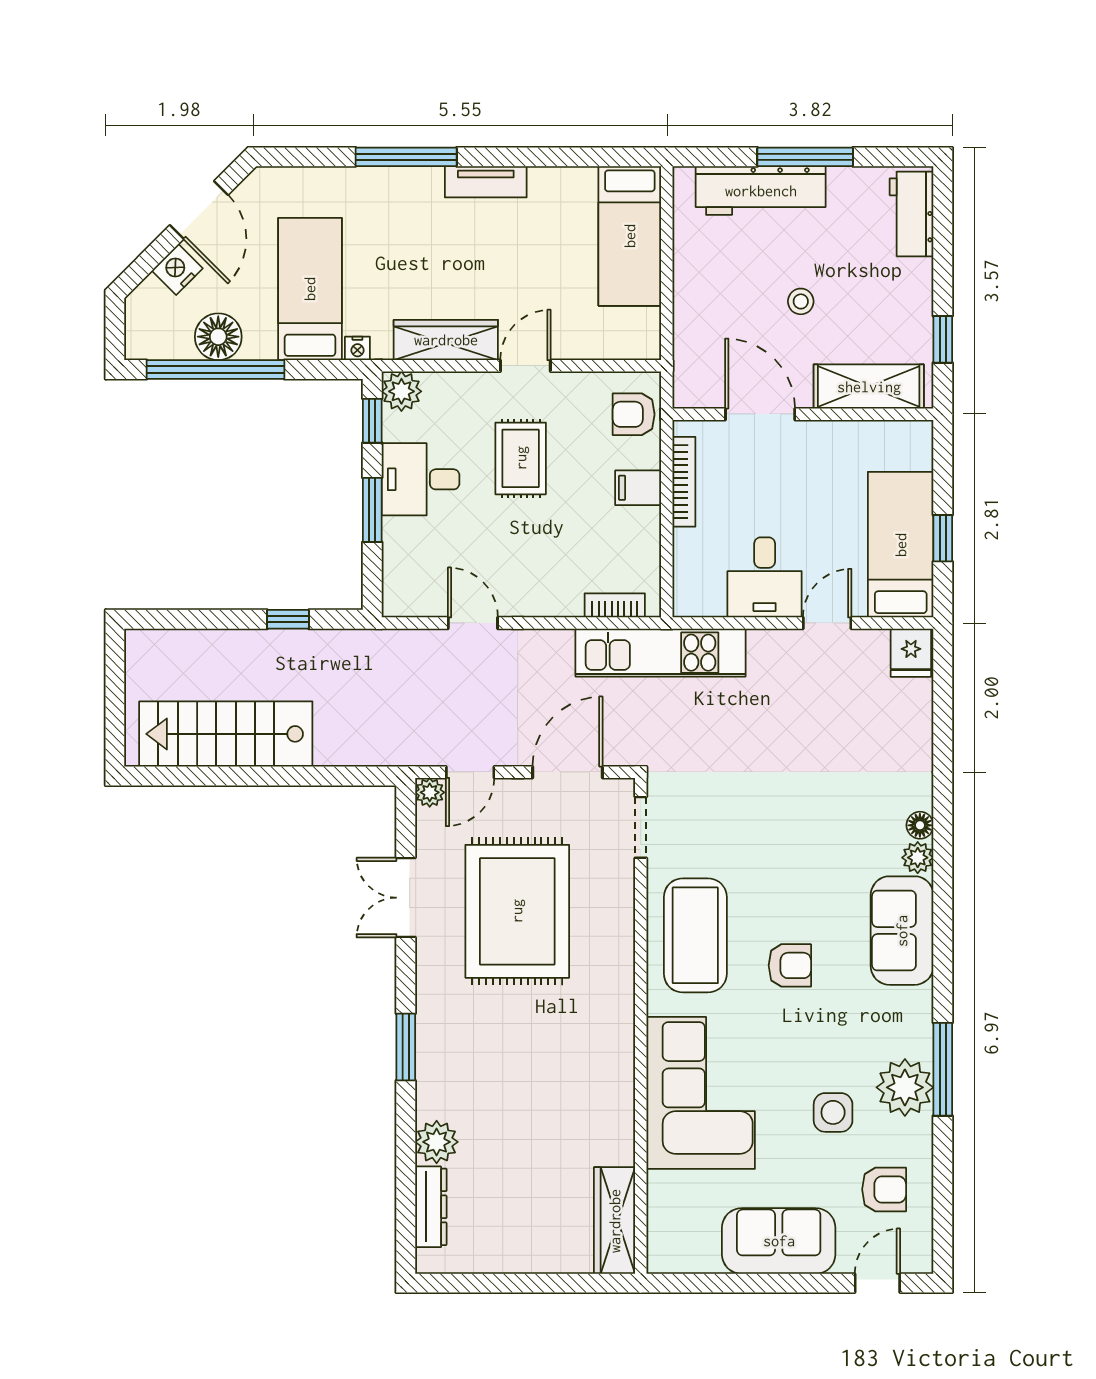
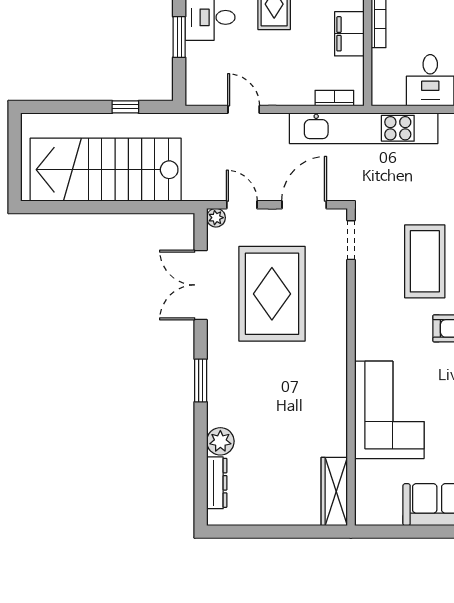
filing cabinet: (638, 488) -> (349, 34), width x2.00
kitchen unit: (661, 653) -> (364, 128), width x1.36
stairs: (226, 734) -> (106, 170), width x1.36, depth x1.51
door: (470, 772) -> (242, 205), swing flipped
double door: (406, 898) -> (201, 285), width x1.37
coffee table: (695, 935) -> (425, 261), moved

